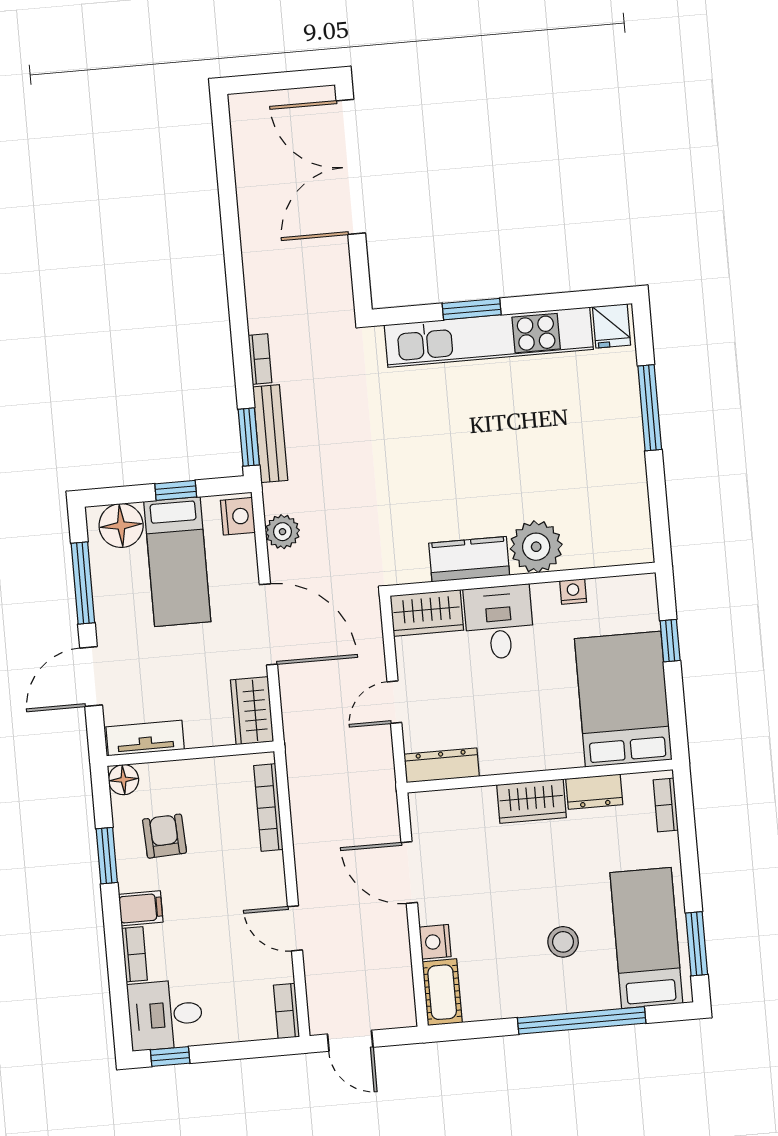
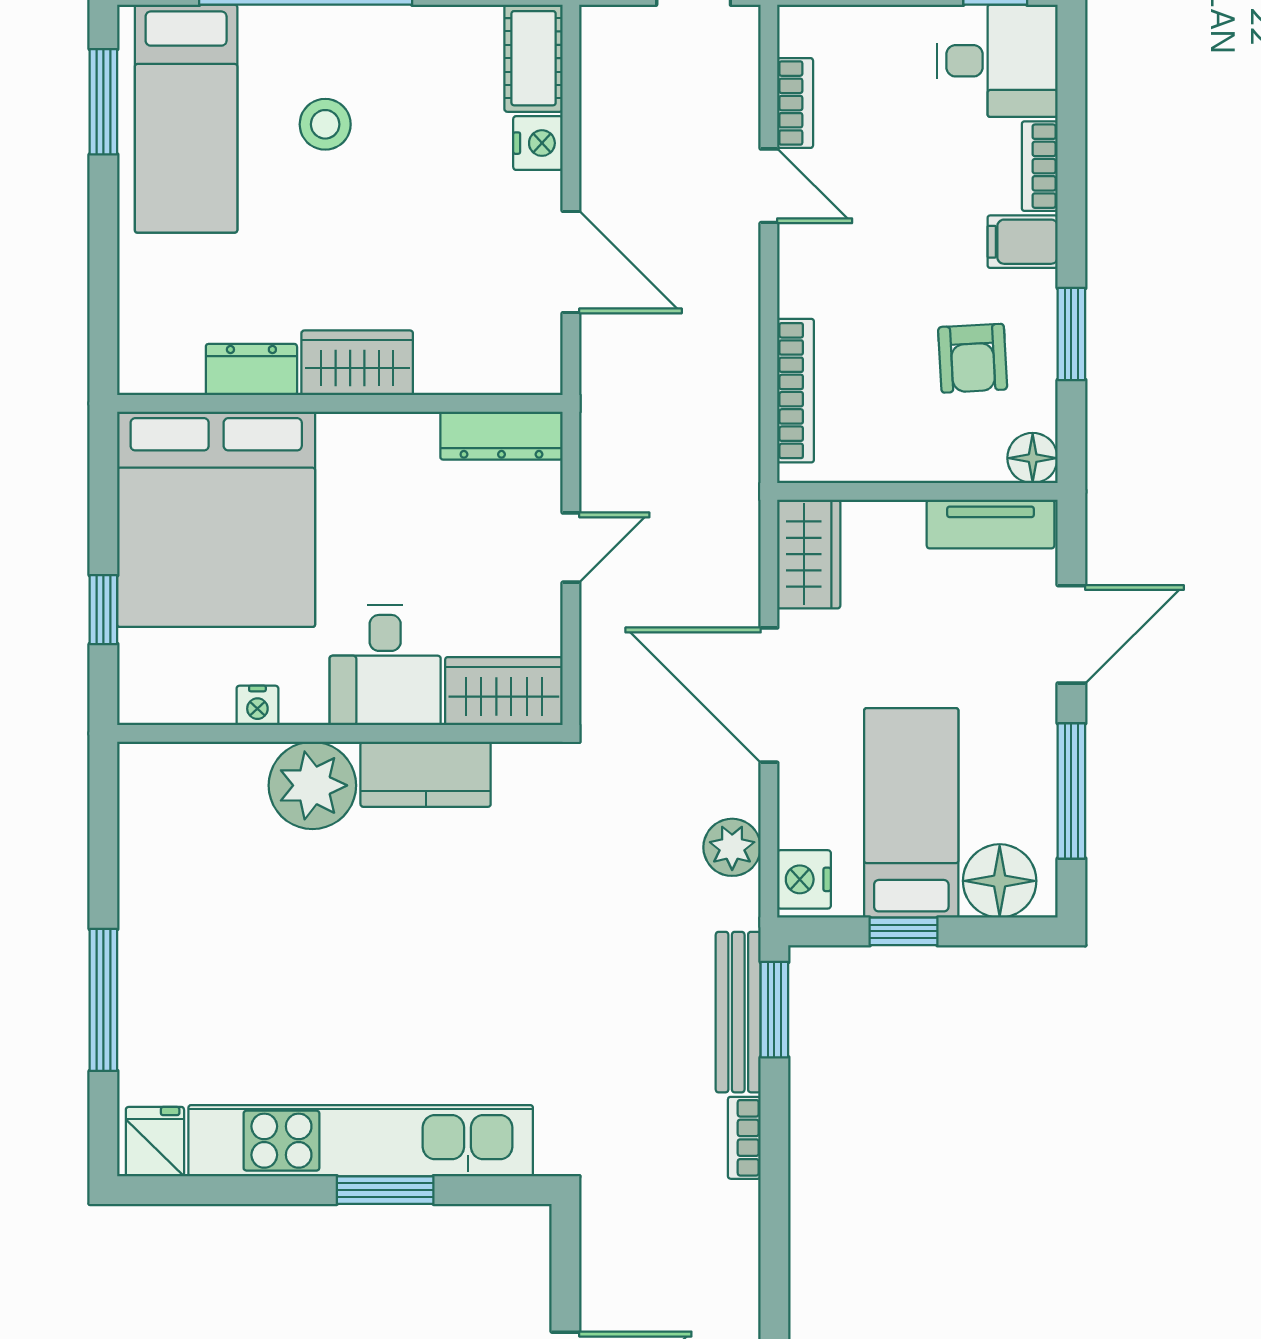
bed: (623, 699) -> (216, 519), width x1.36
bookcase: (666, 805) -> (135, 337), removed
bookcase: (286, 1011) -> (795, 103), moved

